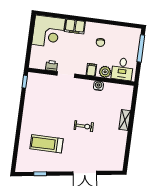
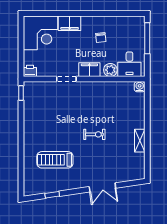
printer: (52, 66) -> (30, 71), moved
filing cabinet: (91, 70) -> (89, 70), width x2.00
water cooler: (98, 86) -> (140, 87), moved
shelving: (125, 120) -> (140, 141), moved

